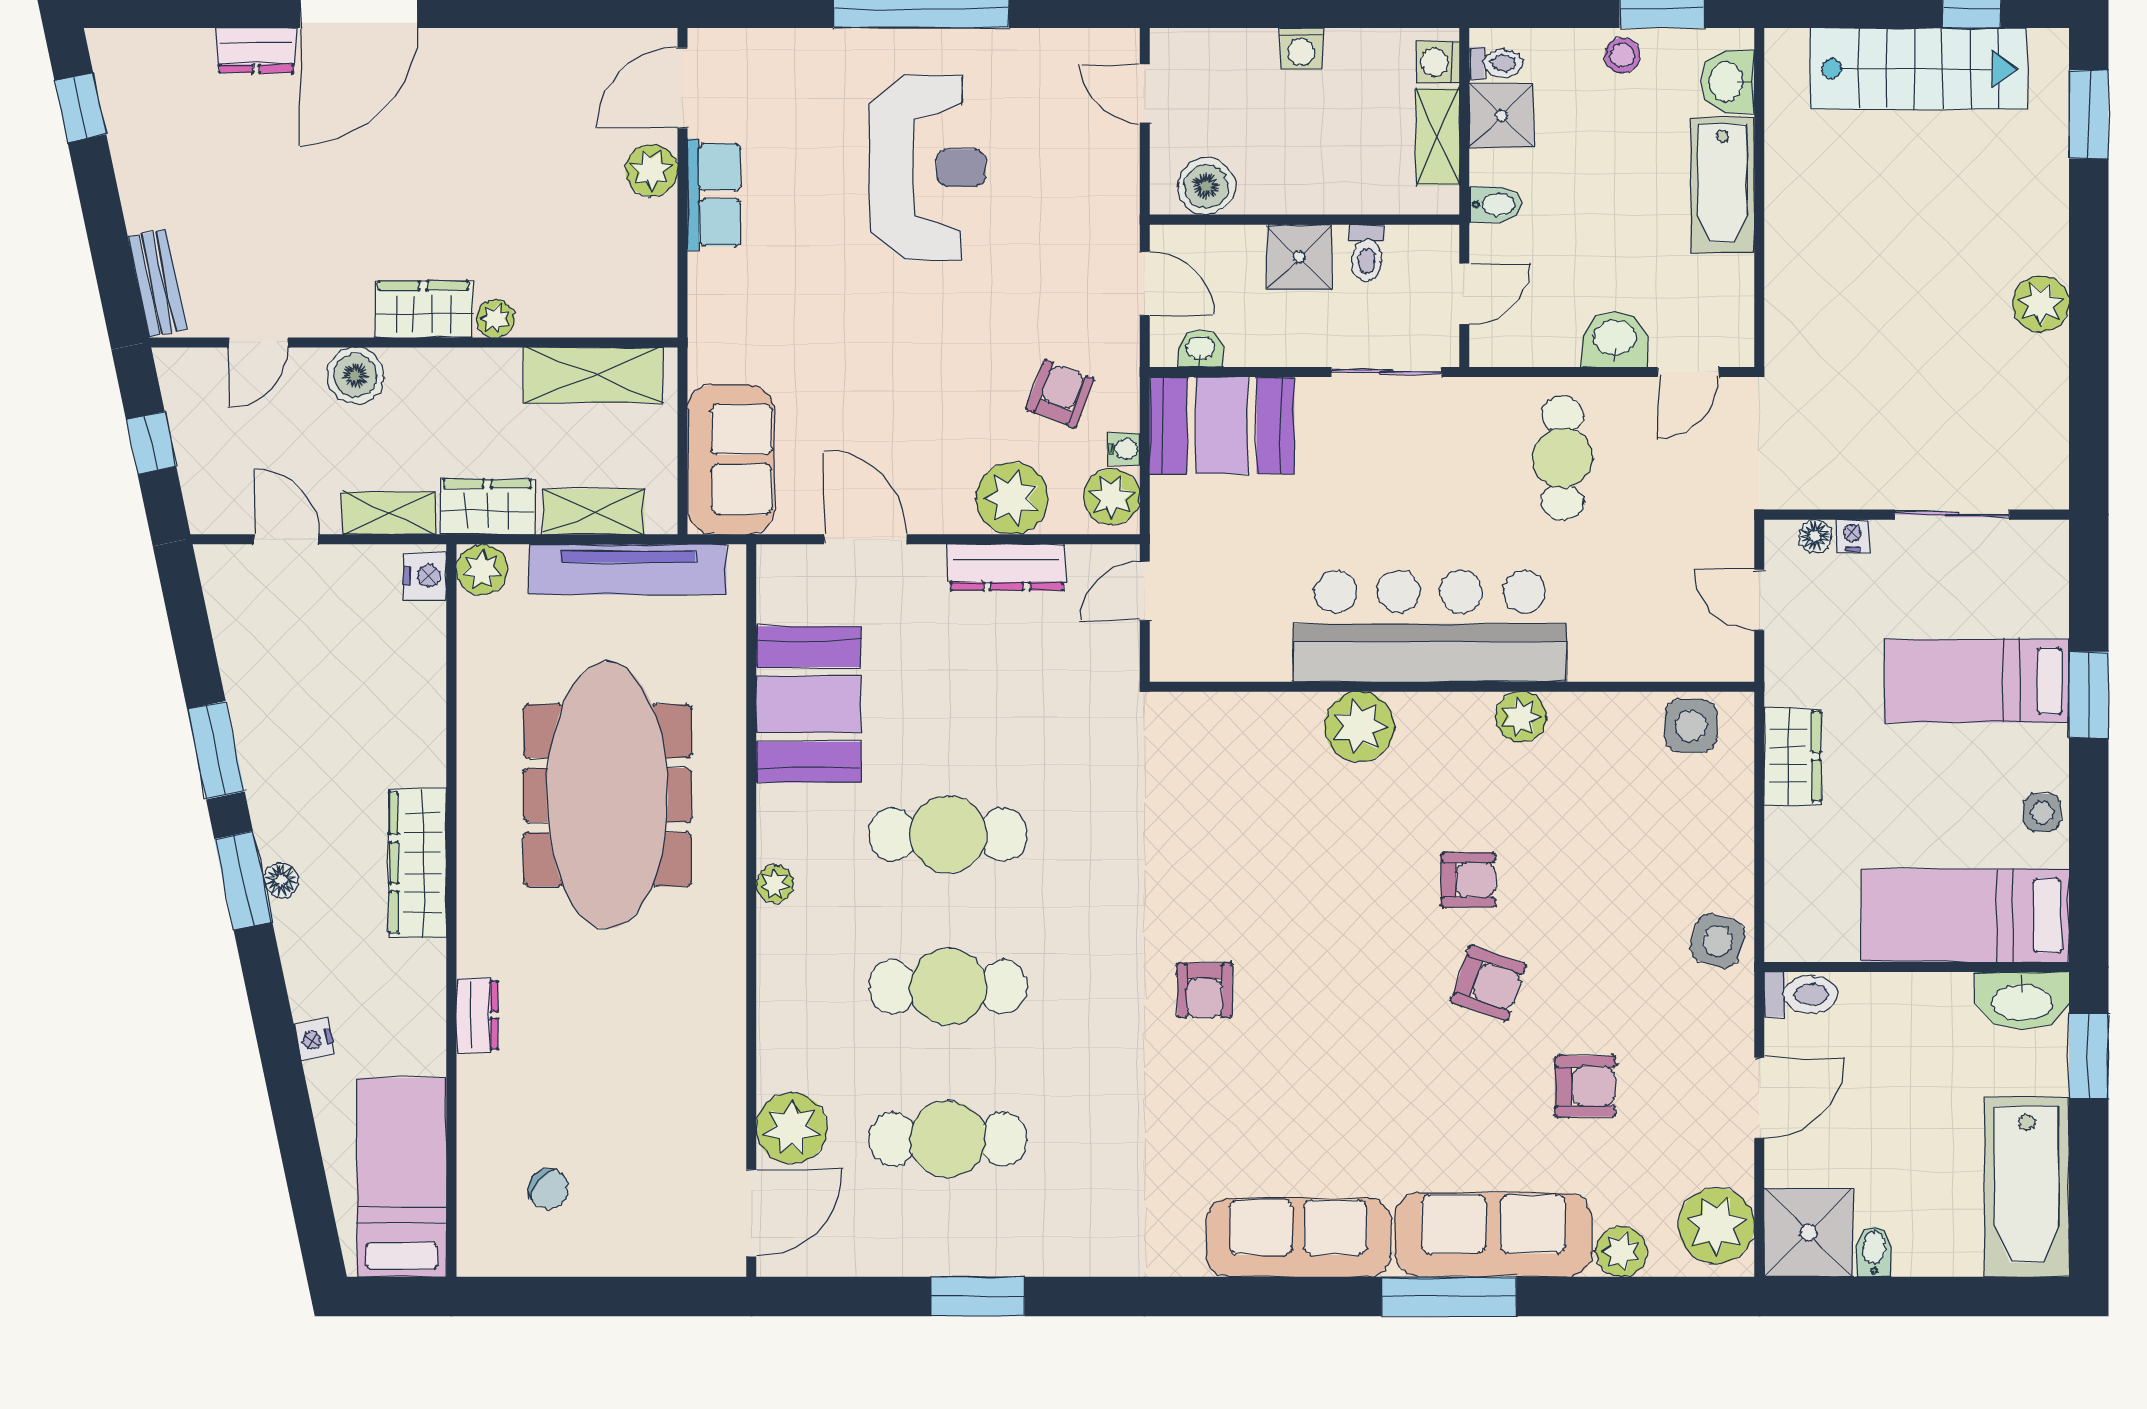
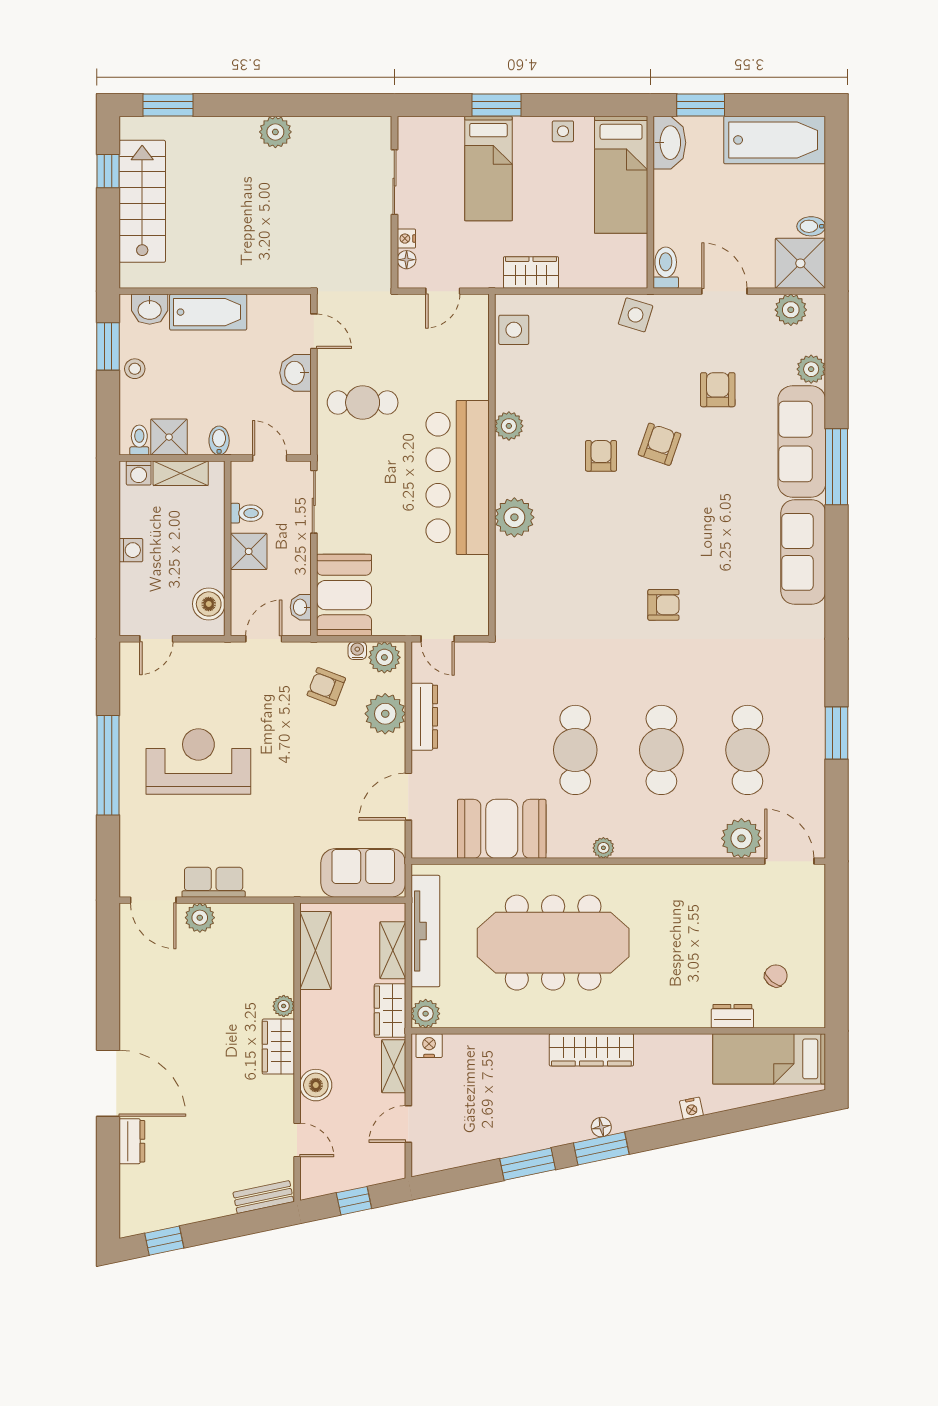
dresser: (477, 1015) -> (732, 1016), moved
plant: (1716, 1226) -> (791, 310), width x0.73, depth x0.73

